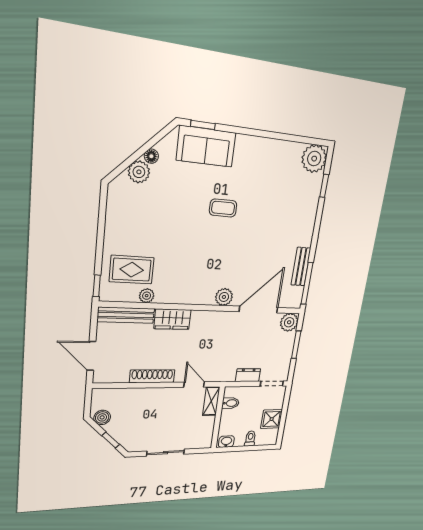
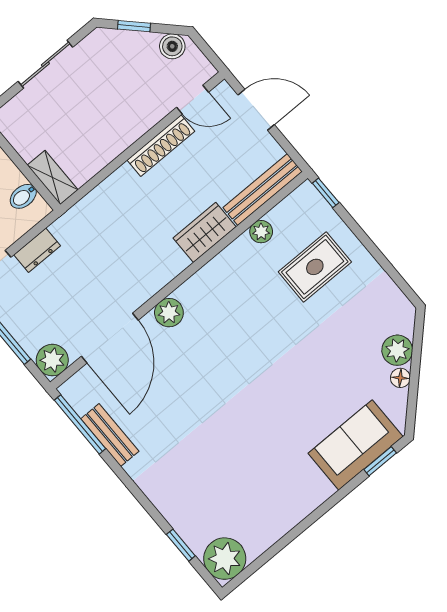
coffee table: (223, 208) -> (273, 404), removed
rug: (132, 270) -> (315, 267), moved
door: (194, 385) -> (192, 100), moved

